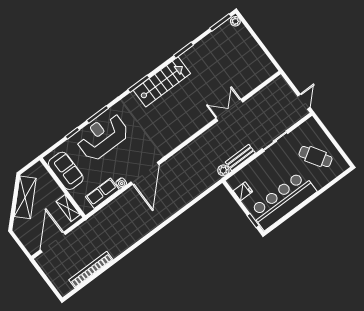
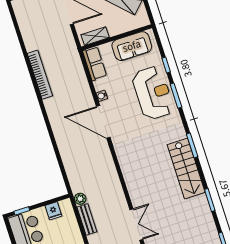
row of seats: (102, 193) -> (95, 63), moved
bookcase: (91, 270) -> (40, 75), moved

